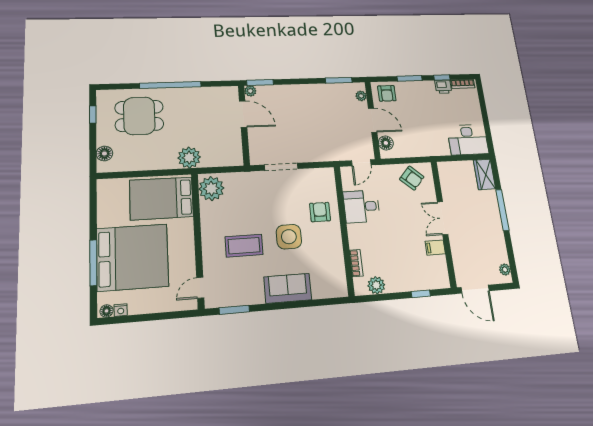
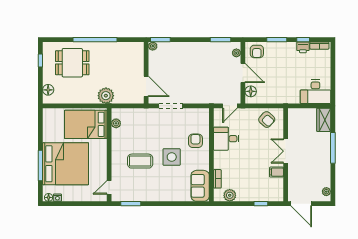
door: (243, 114) -> (146, 86), moved
plant: (211, 189) -> (116, 123), width x0.53, depth x0.53
sofa: (288, 288) -> (200, 186), moved, turned -90

